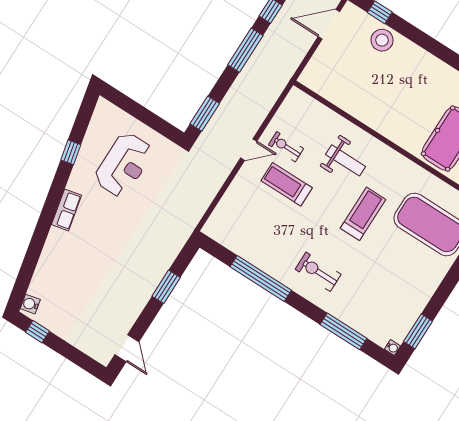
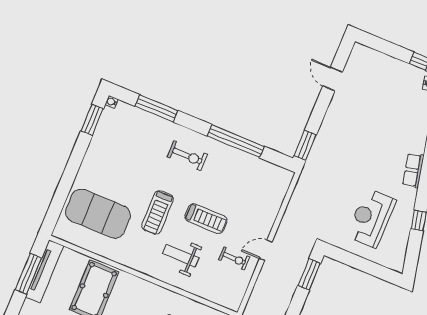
treadmill: (287, 184) -> (206, 219), moved
window: (166, 287) -> (305, 145), moved
door: (127, 348) -> (333, 79), moved

